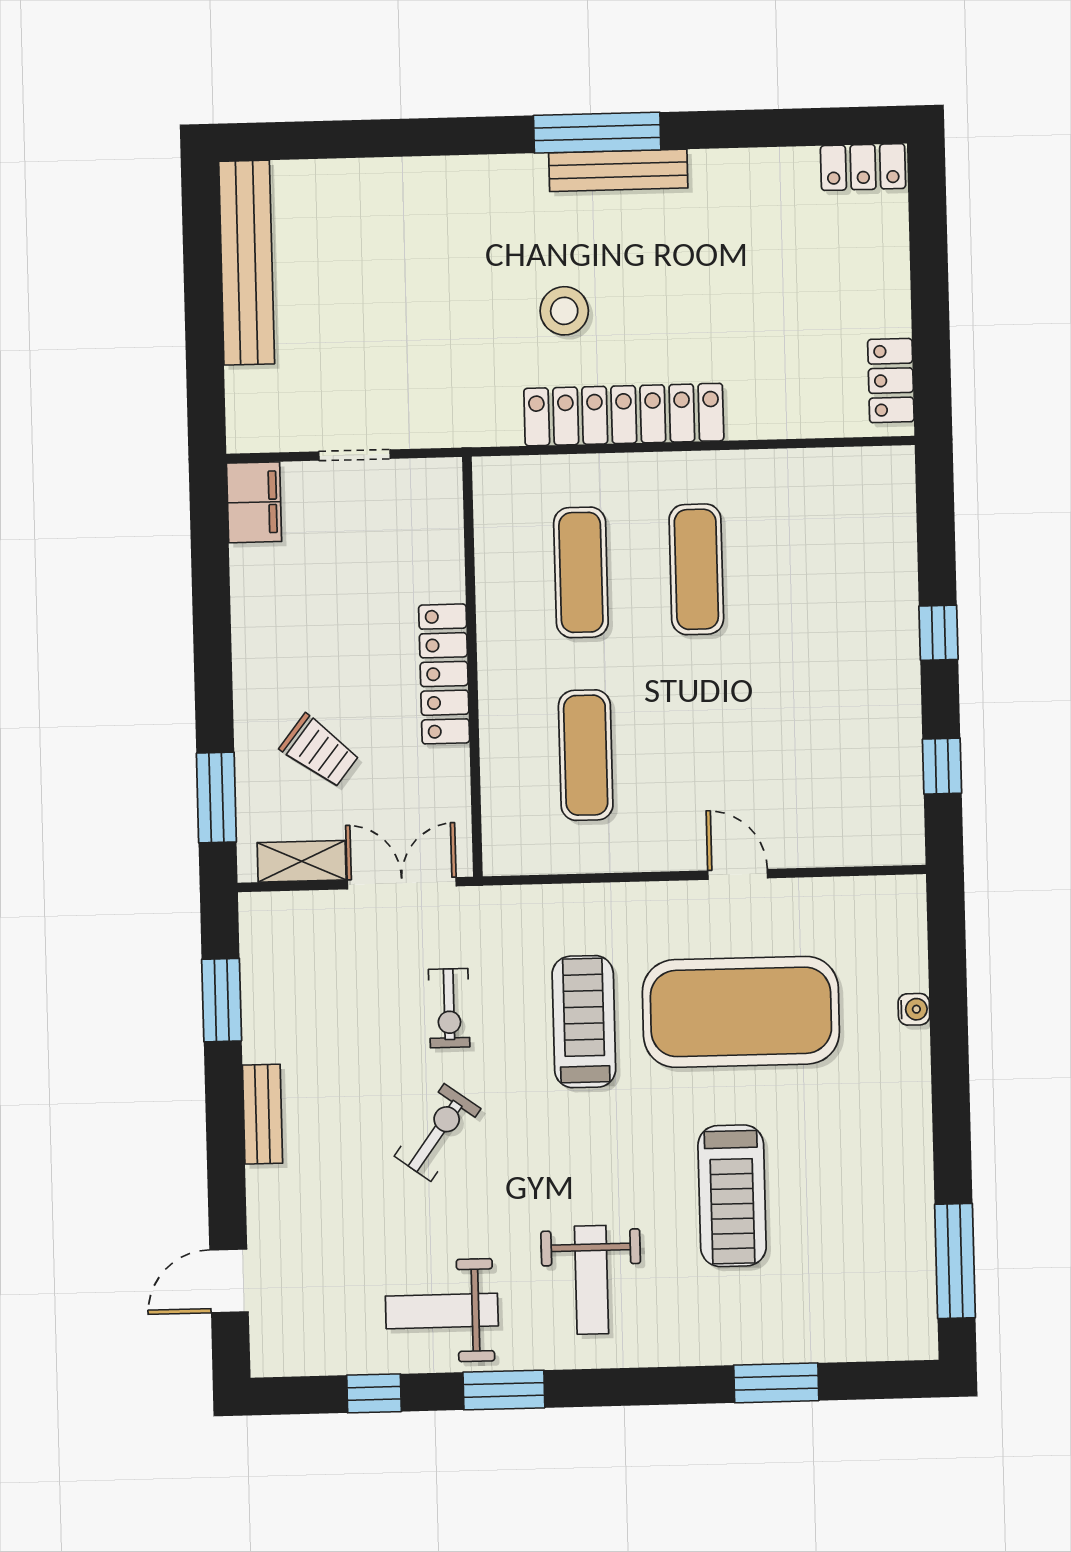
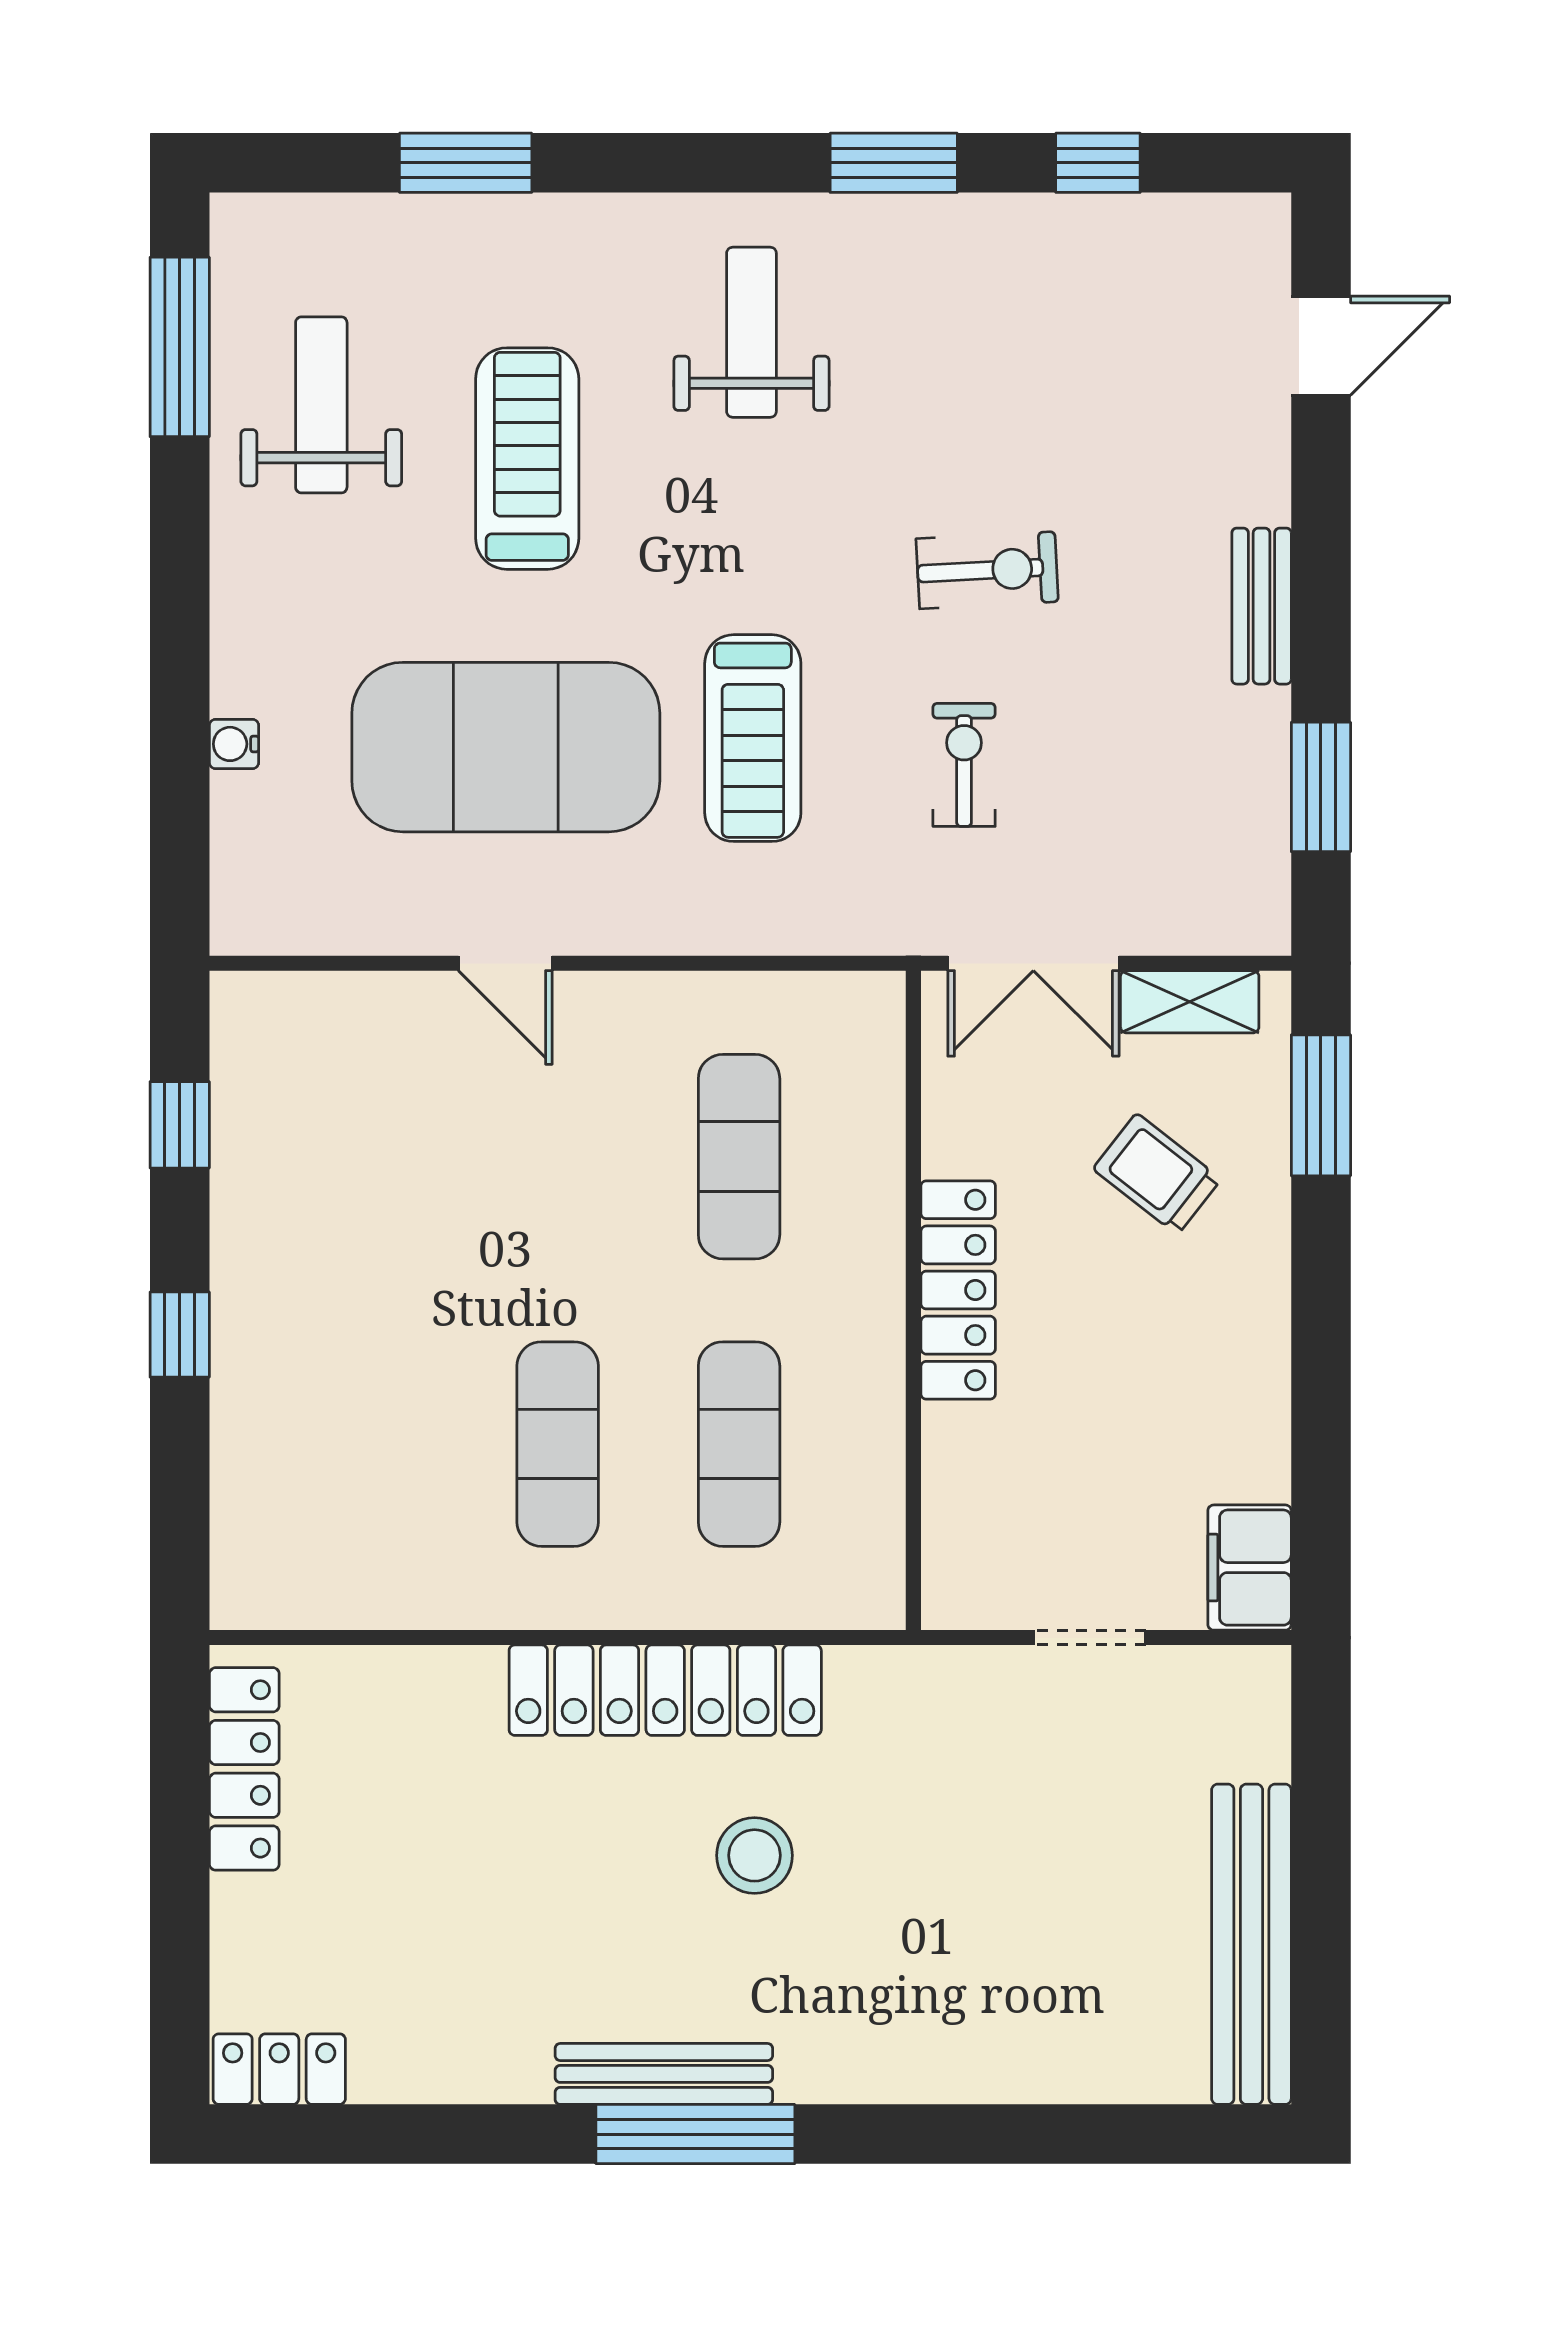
locker: (891, 381) -> (244, 1769), width x1.53
exercise bike: (438, 1132) -> (987, 570), turned -129
weight bench: (442, 1311) -> (321, 405), moved, turned -90

